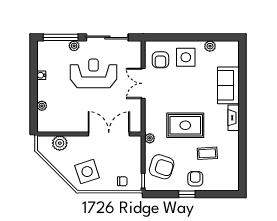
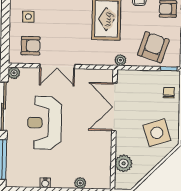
plant: (74, 46) -> (14, 73), moved
side table: (186, 57) -> (28, 17), width x0.54, depth x0.54

